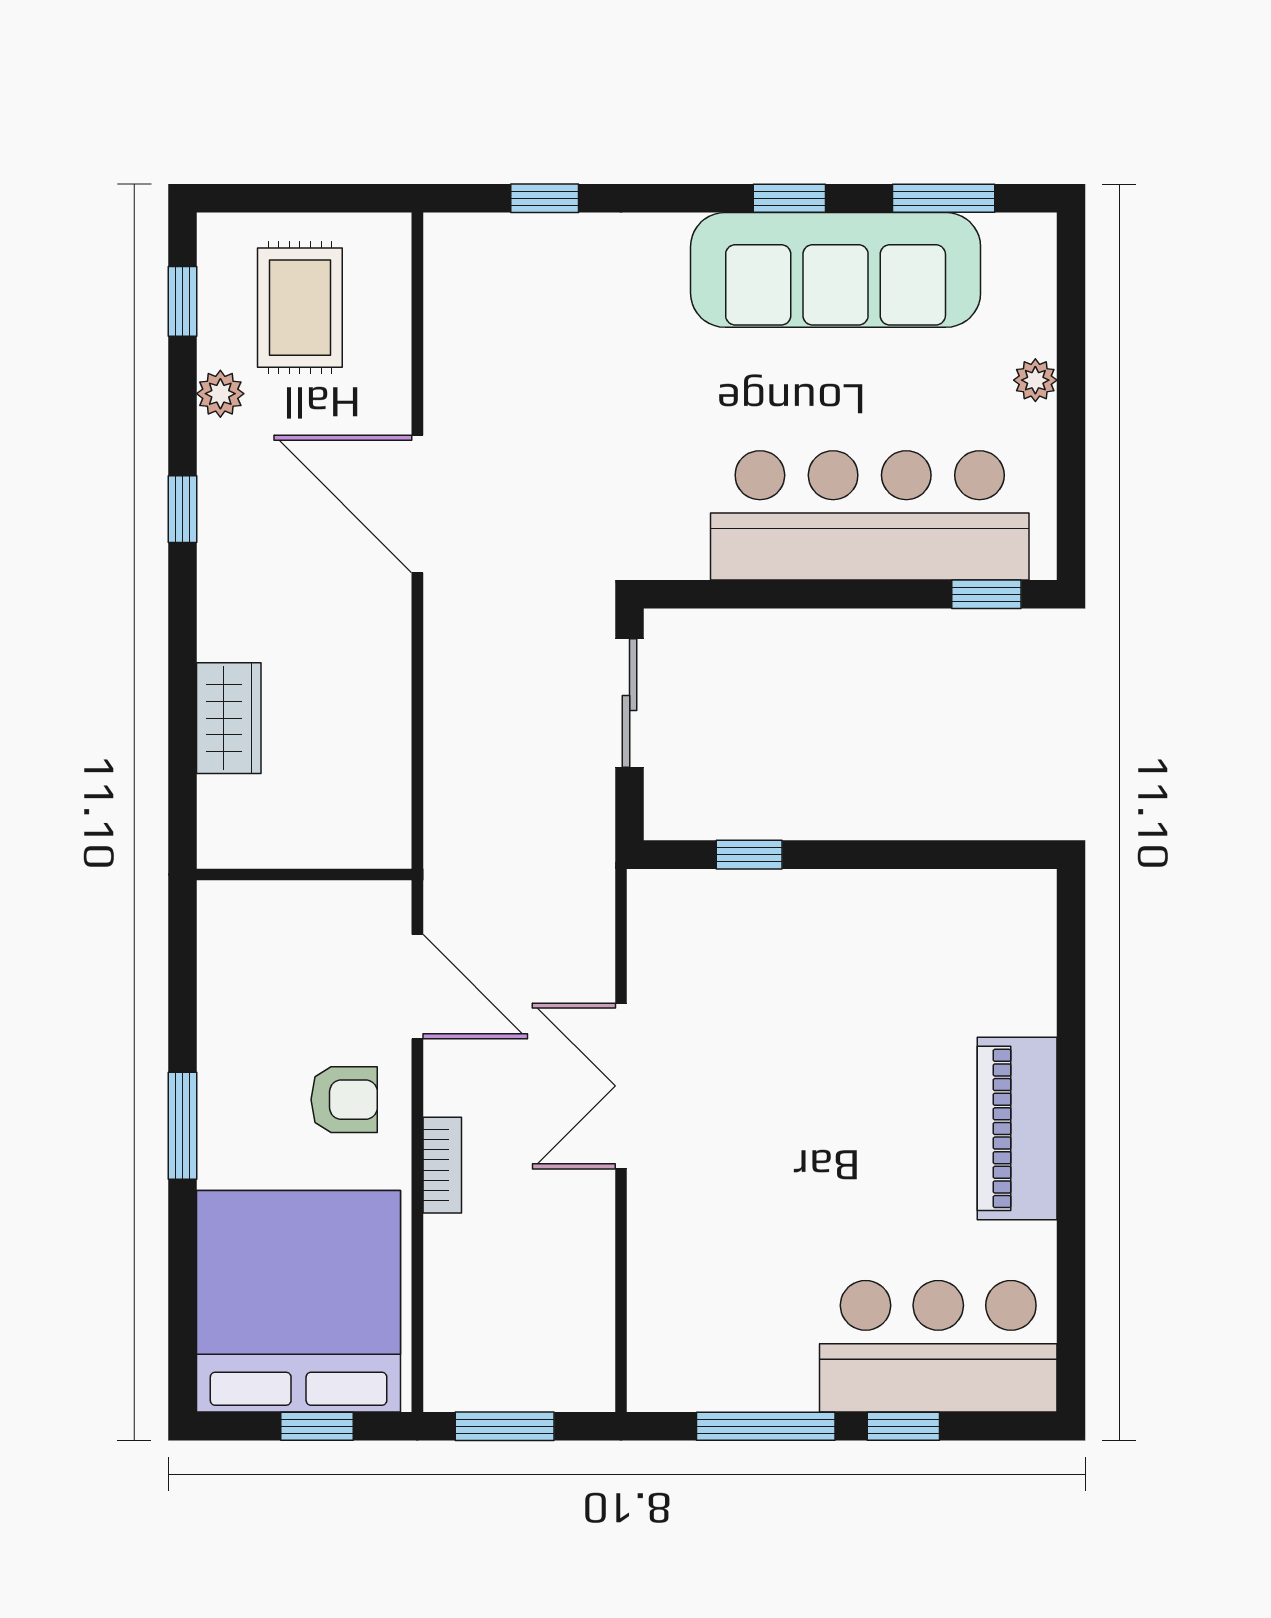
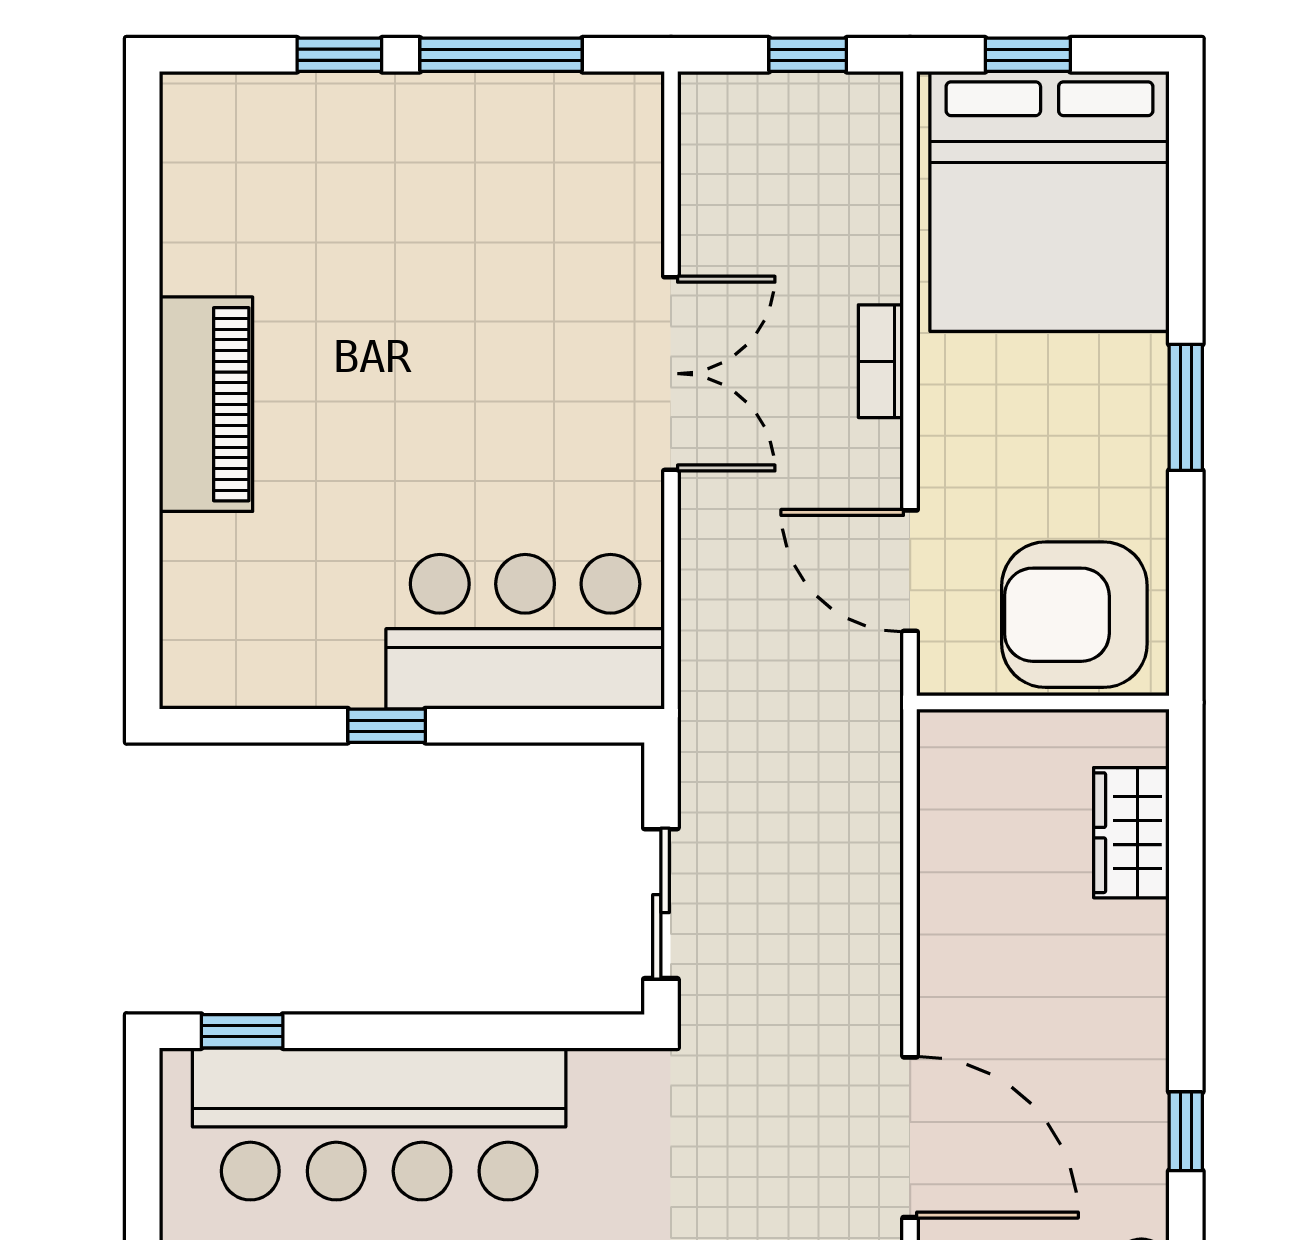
wardrobe: (229, 718) -> (1131, 833), moved
window: (749, 855) -> (387, 726), moved
double door: (621, 1086) -> (671, 374), moved
armchair: (344, 1100) -> (1074, 615), moved, width x1.88, depth x1.88
bar counter: (938, 1346) -> (525, 632), moved, turned 180
window: (505, 1426) -> (808, 55), width x0.67

